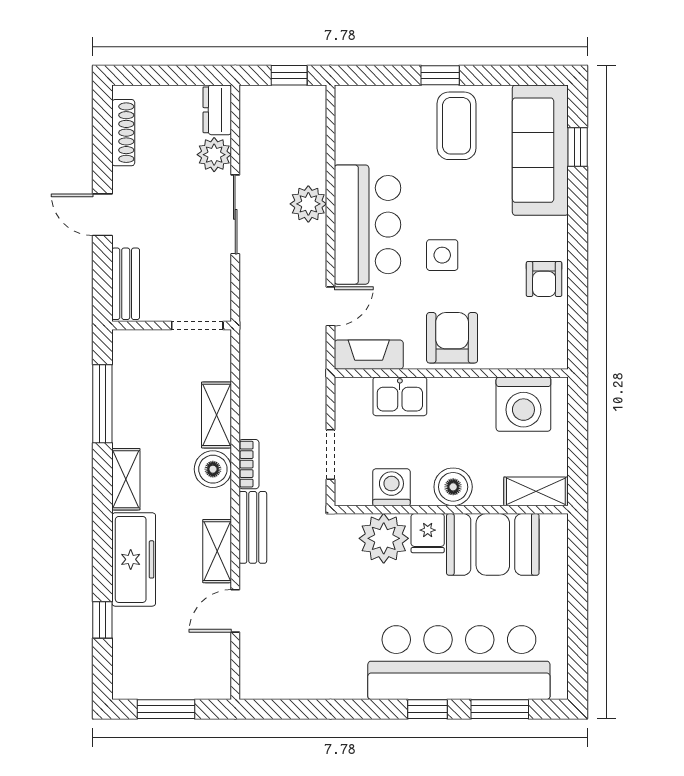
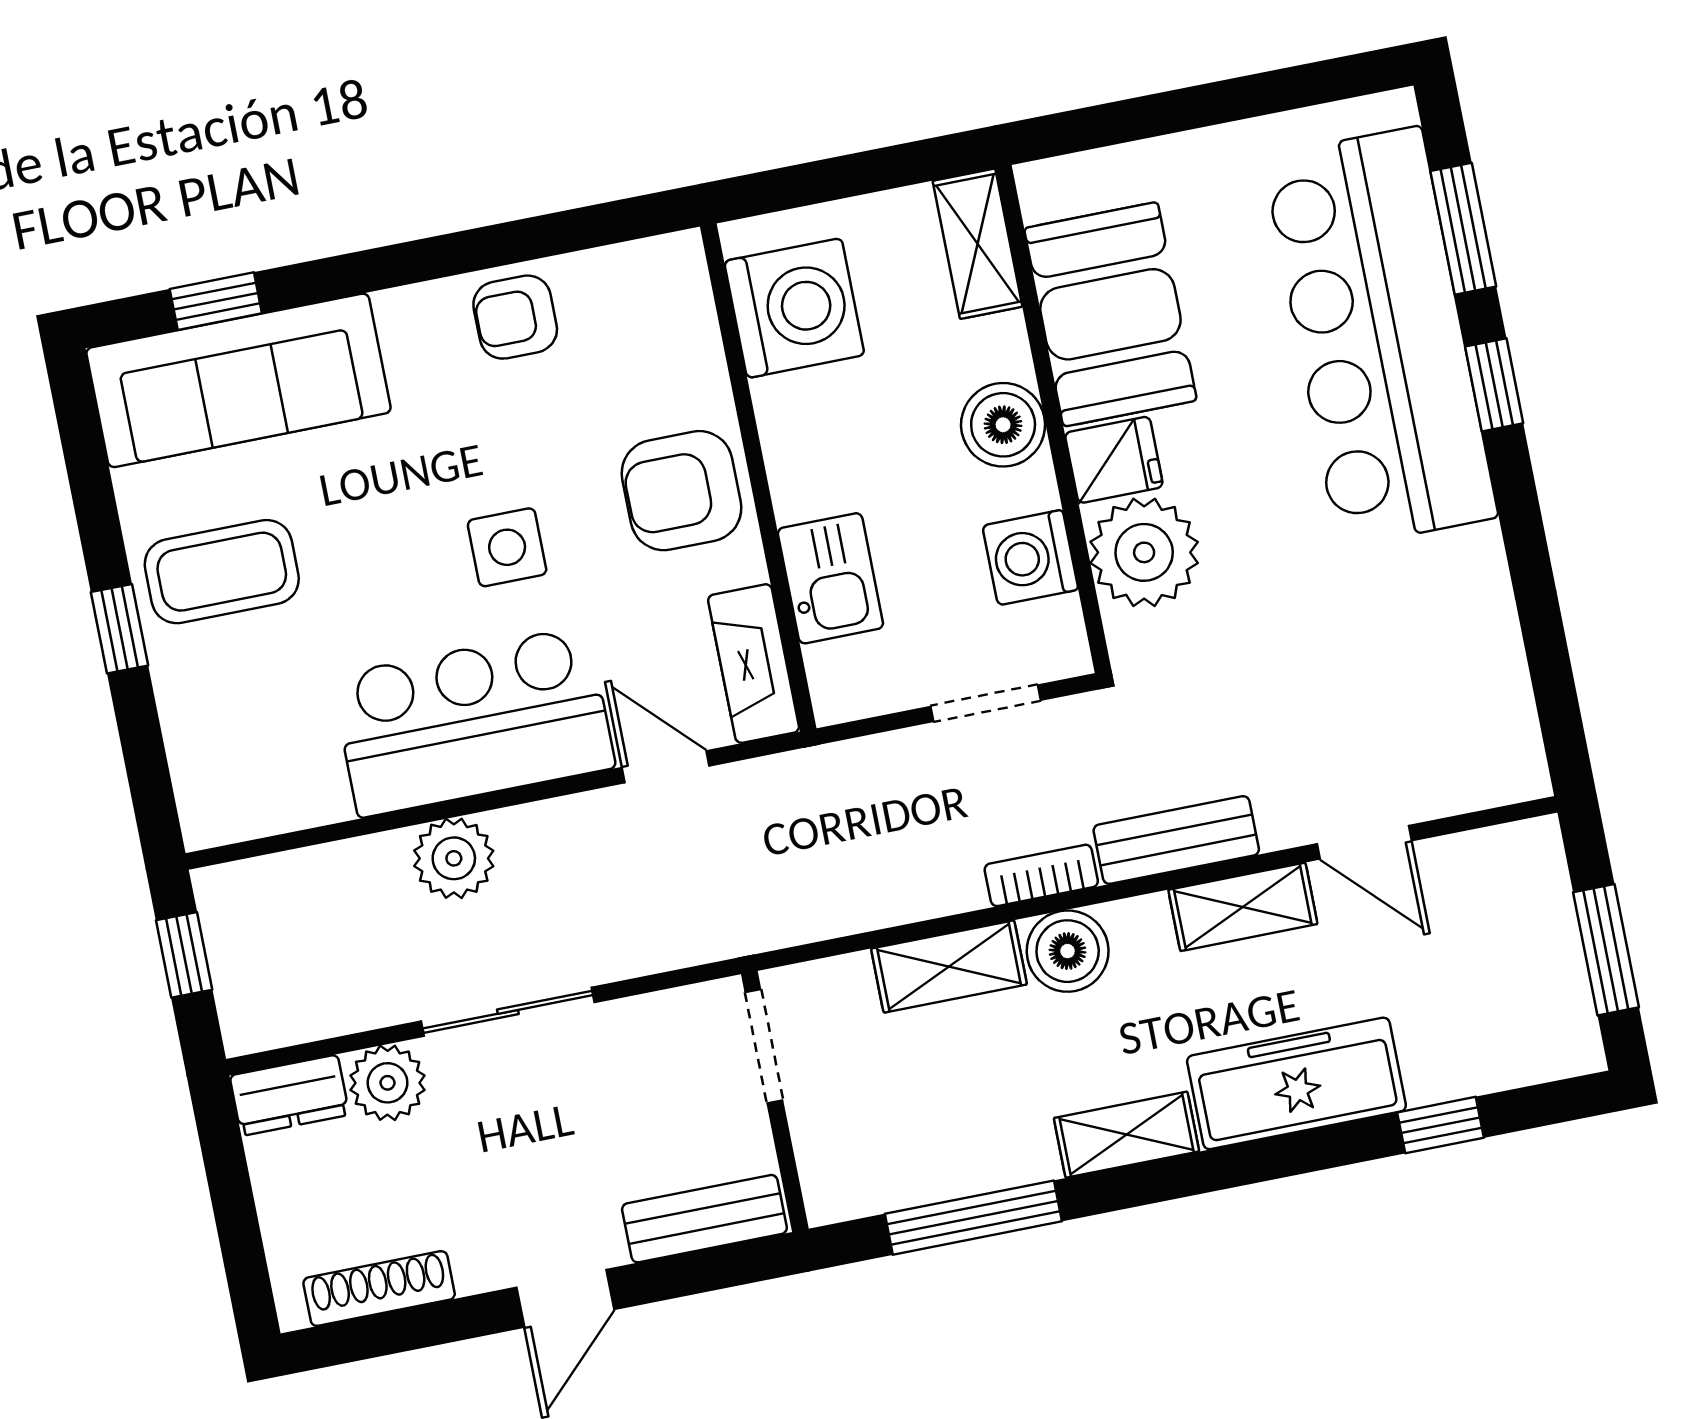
armchair: (544, 279) -> (515, 317), turned 180

